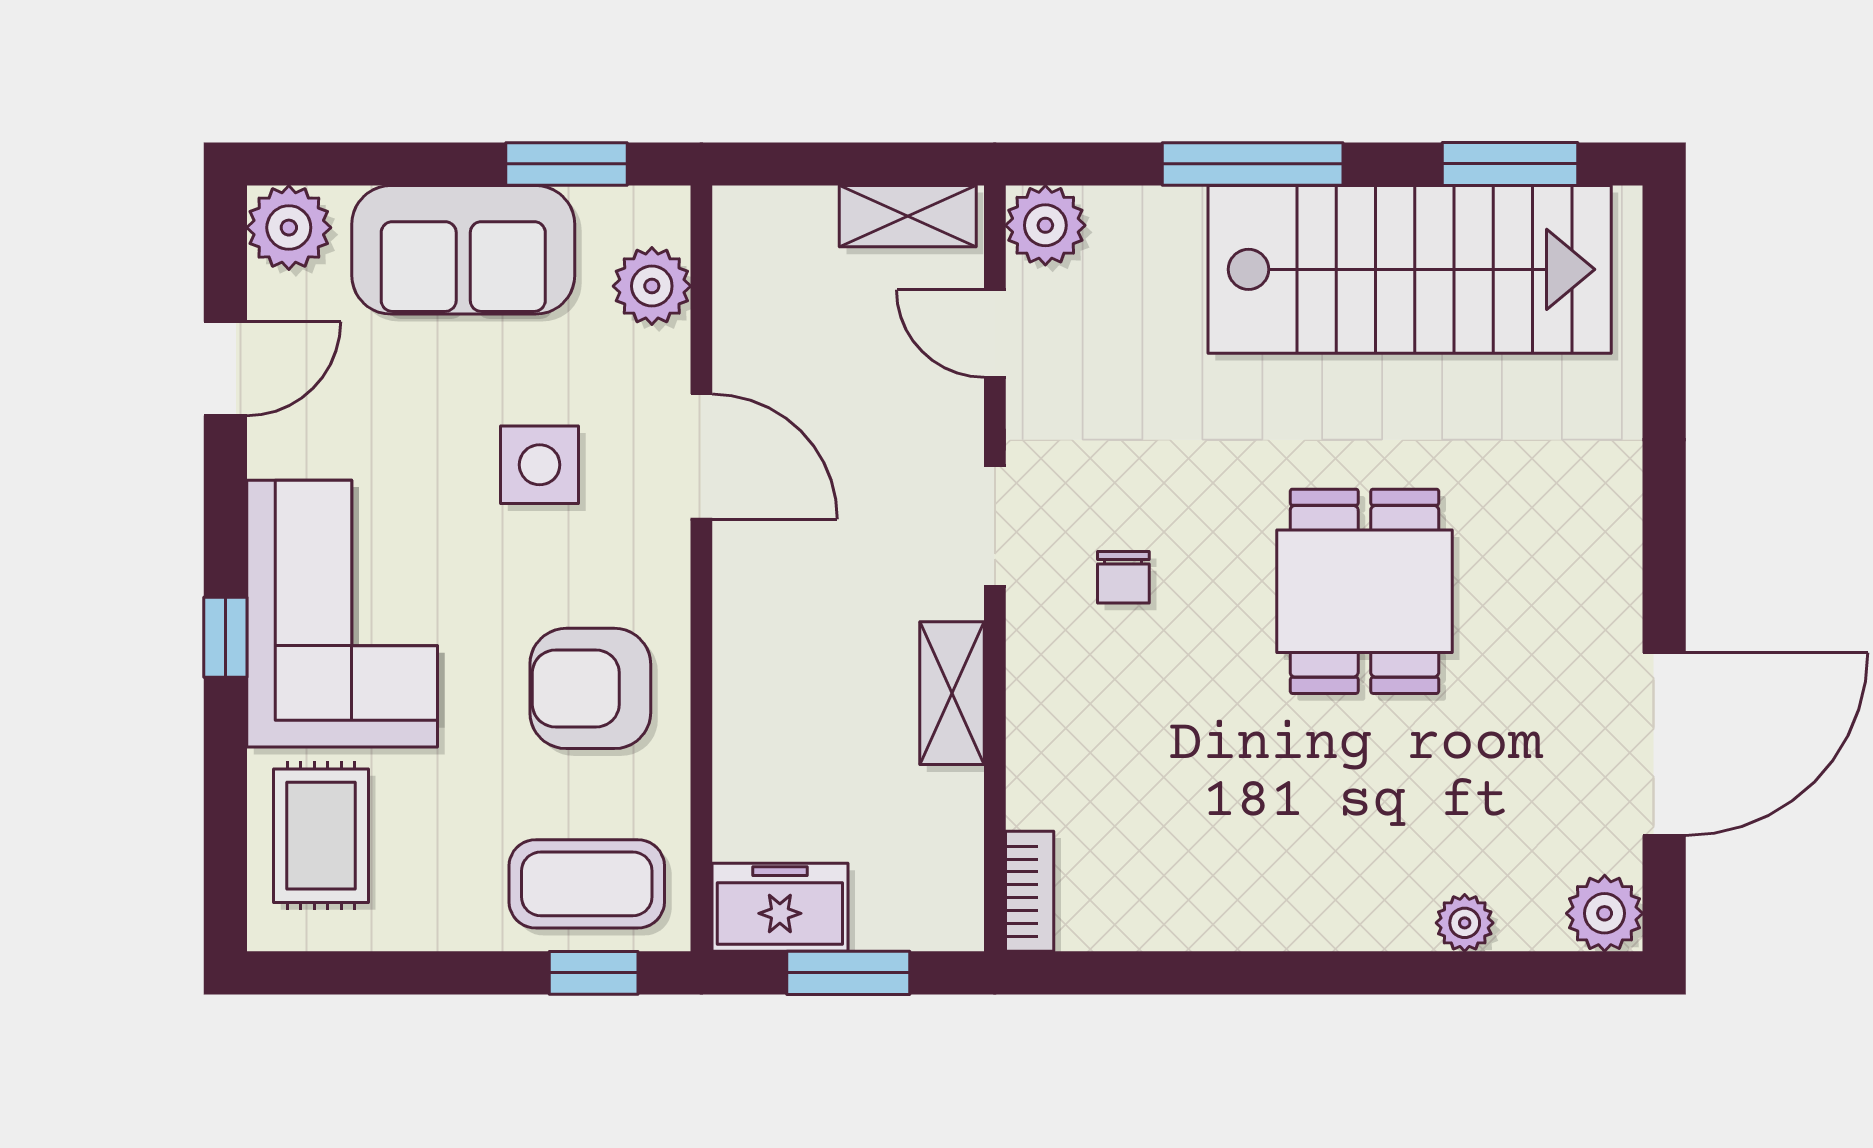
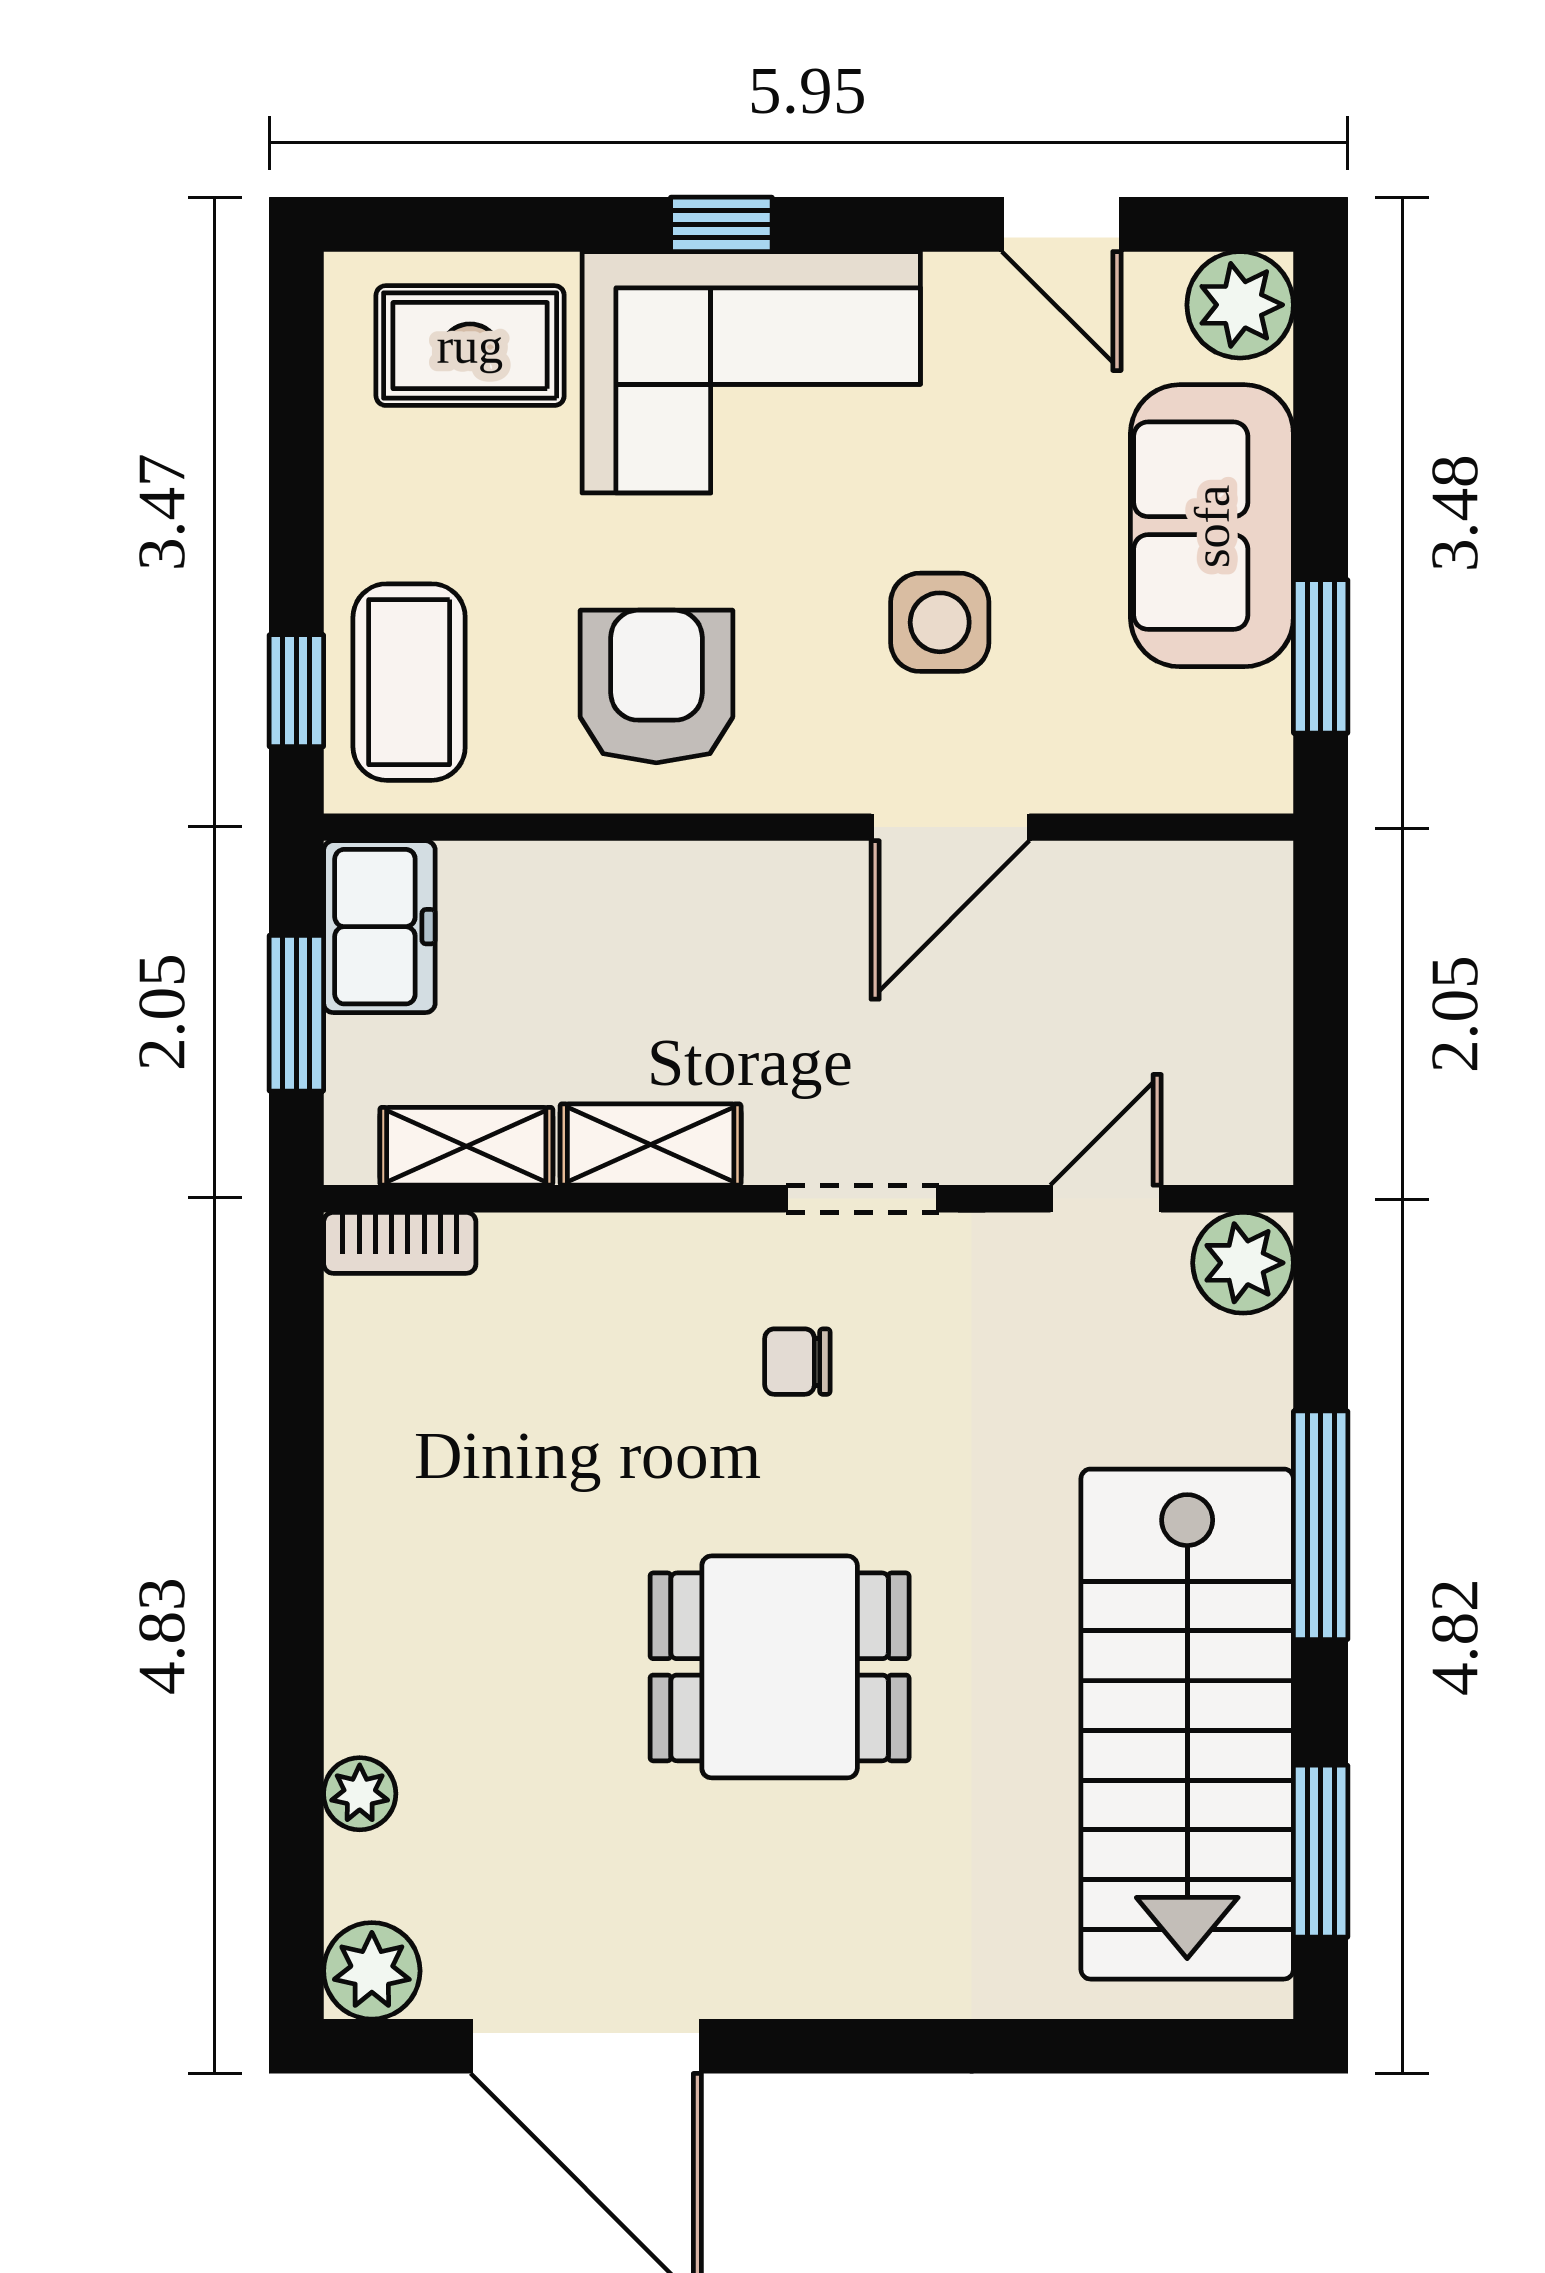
shelving: (908, 216) -> (466, 1146), moved, turned 90
plant: (652, 286) -> (1166, 765), removed

